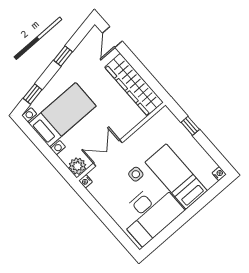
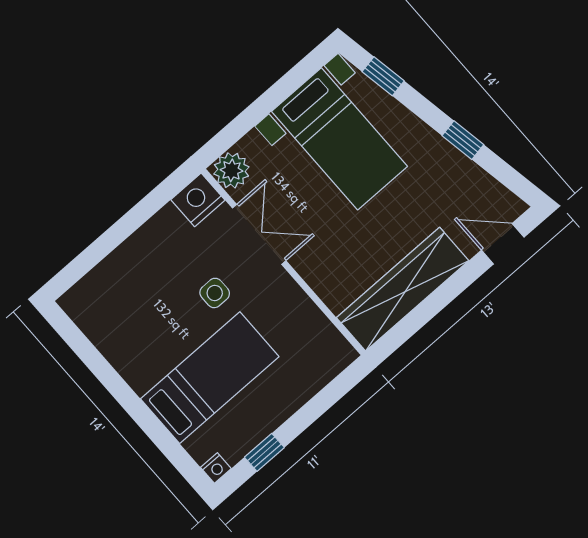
window: (190, 126) -> (264, 452), moved
nightstand: (86, 181) -> (198, 200), width x1.89, depth x1.79
desk: (150, 213) -> (133, 323), removed

